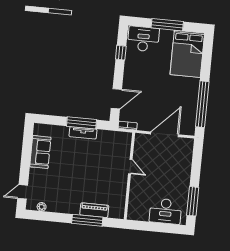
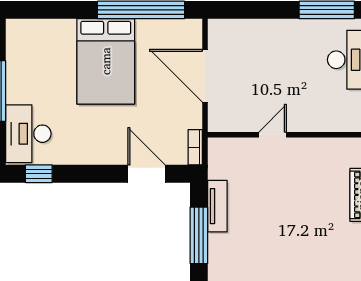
window: (121, 53) -> (39, 174), moved
bed: (187, 54) -> (106, 61), moved, turned 90
tv unit: (83, 133) -> (217, 206), moved

